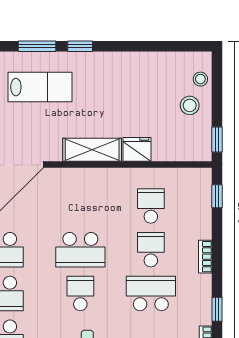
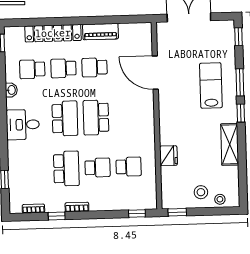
lab bench: (40, 87) -> (211, 85), turned 180
shelving: (92, 150) -> (230, 144), moved
bookcase: (205, 257) -> (77, 207), moved
school desk: (80, 293) -> (65, 118), width x1.85

